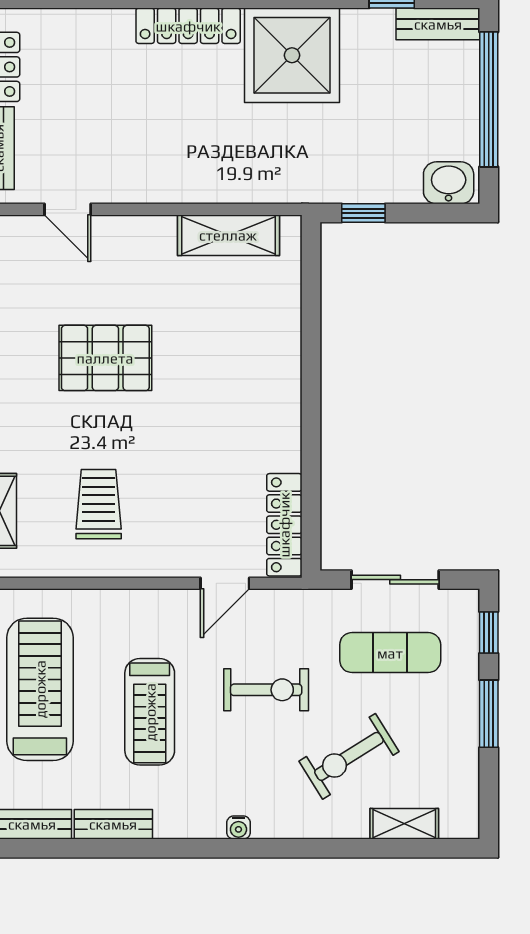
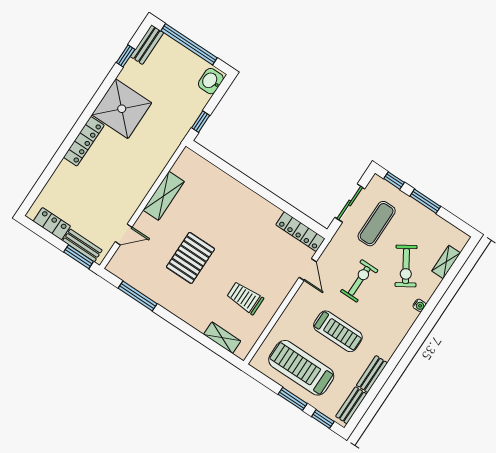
shelving: (228, 235) -> (164, 196), moved
water cooler: (238, 828) -> (419, 305), moved

